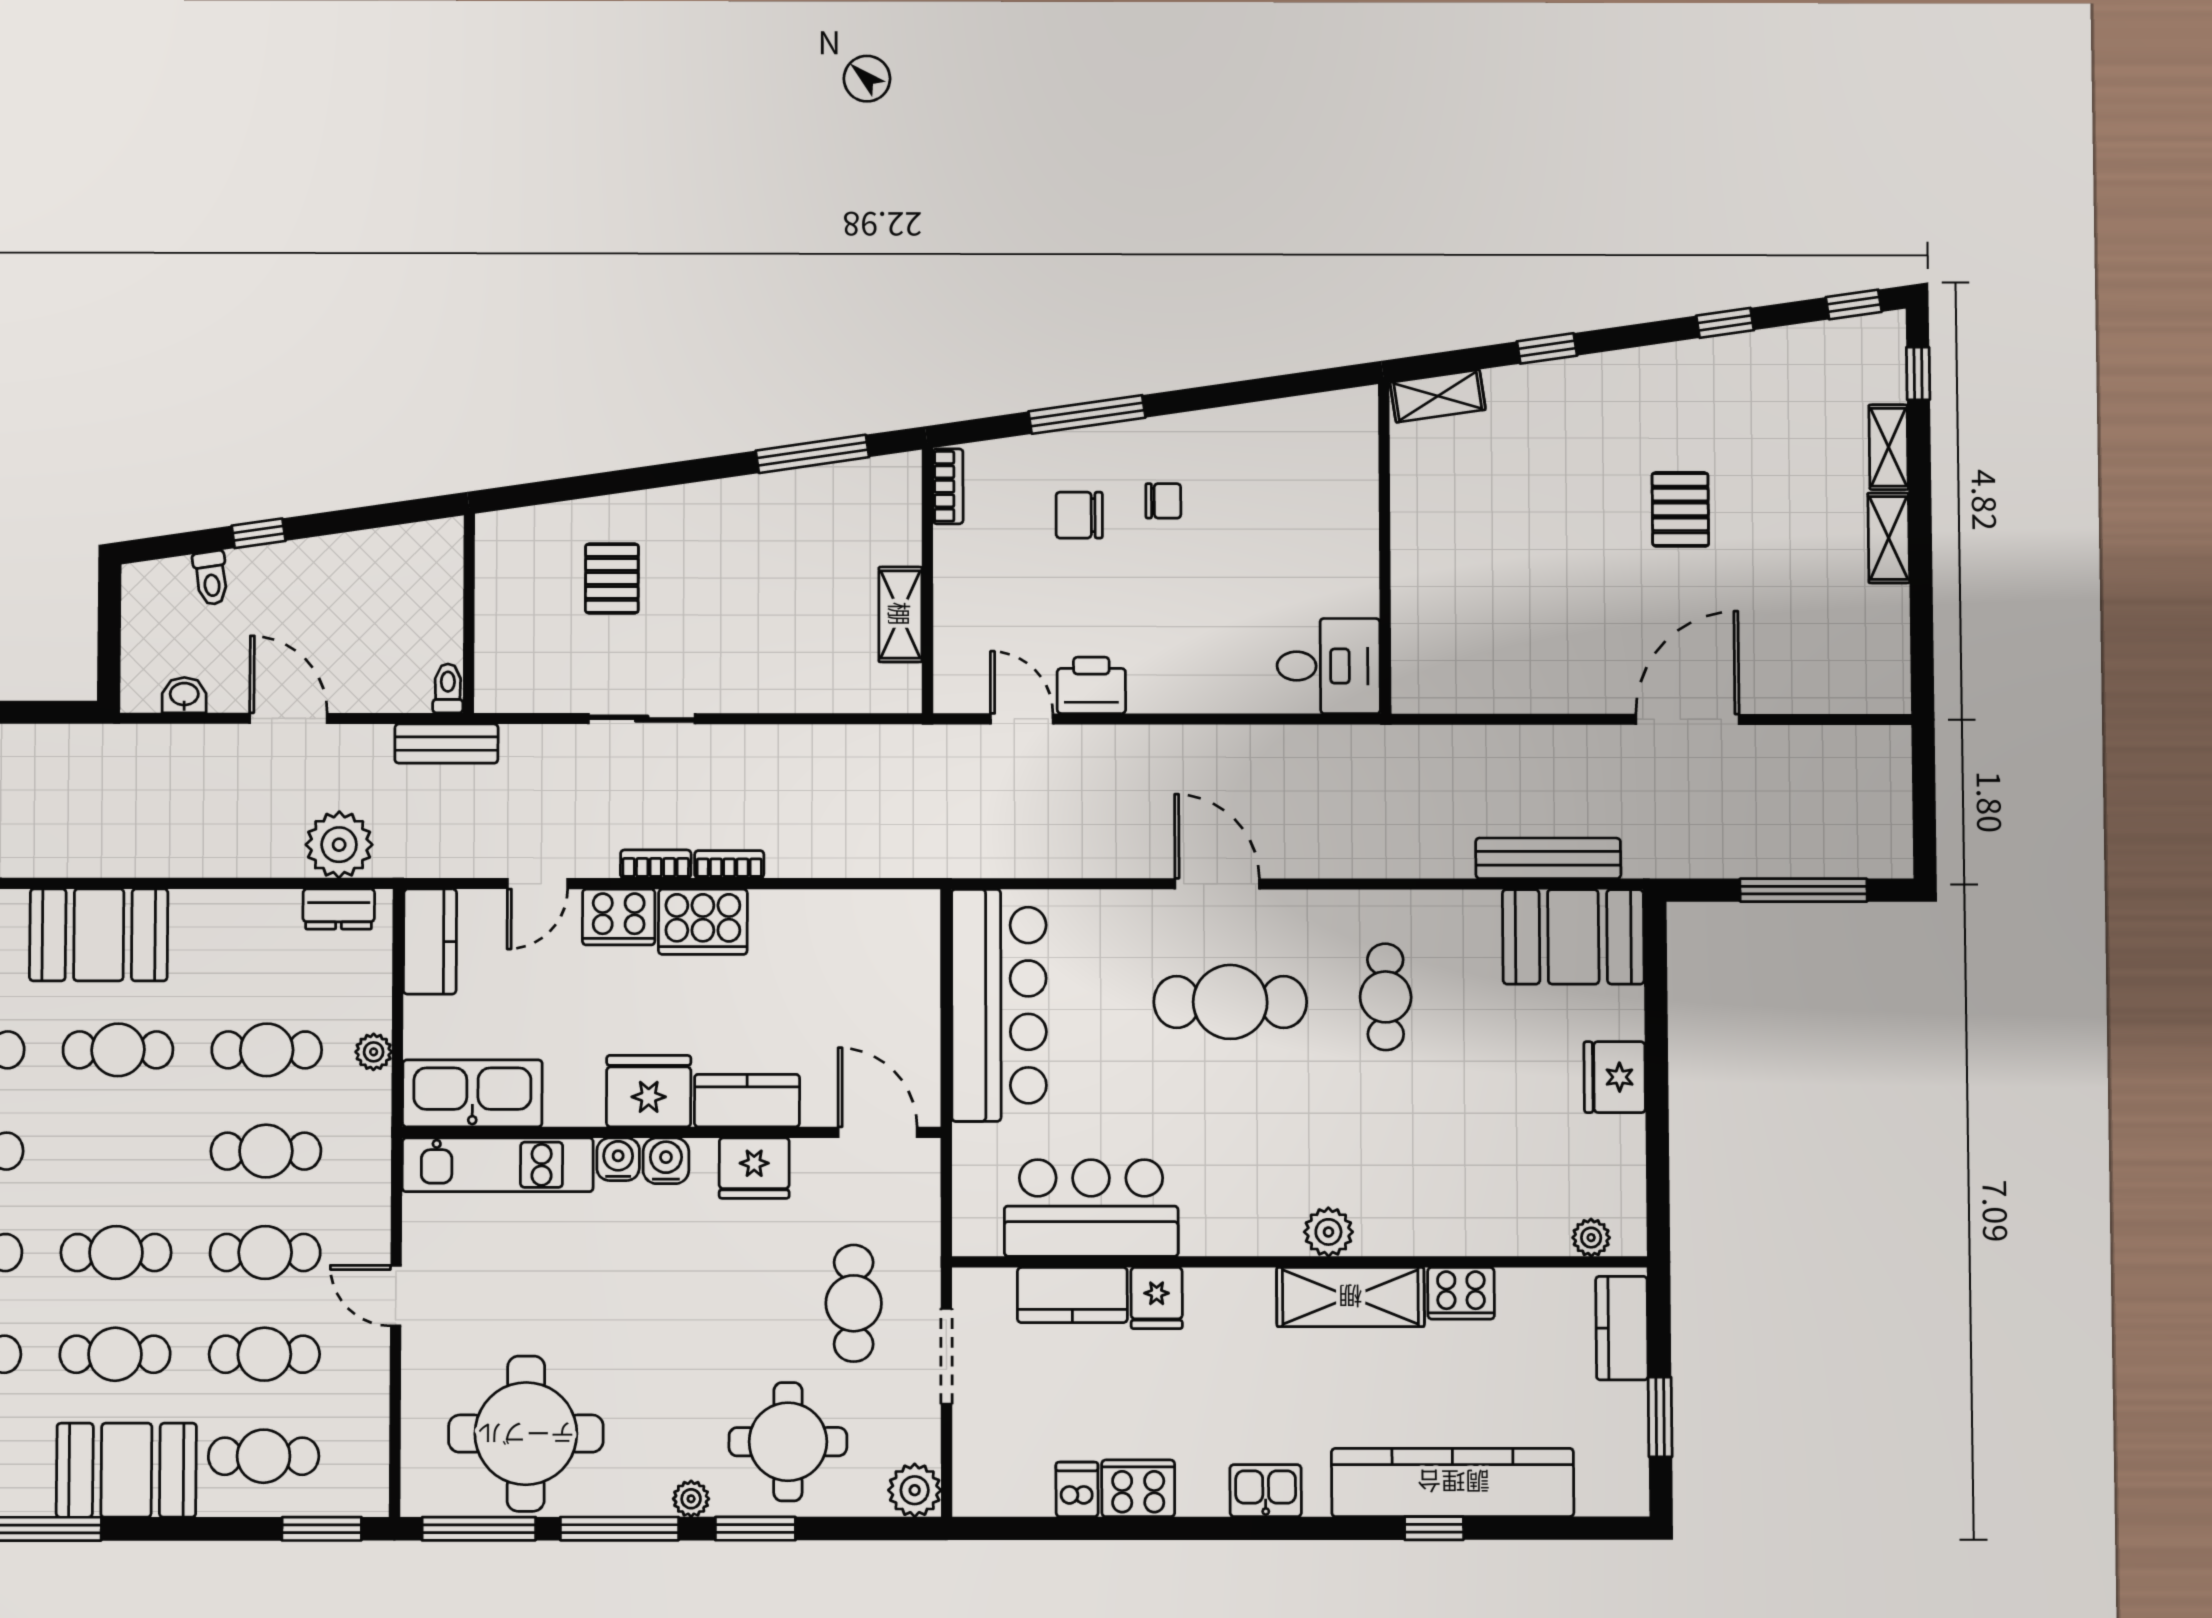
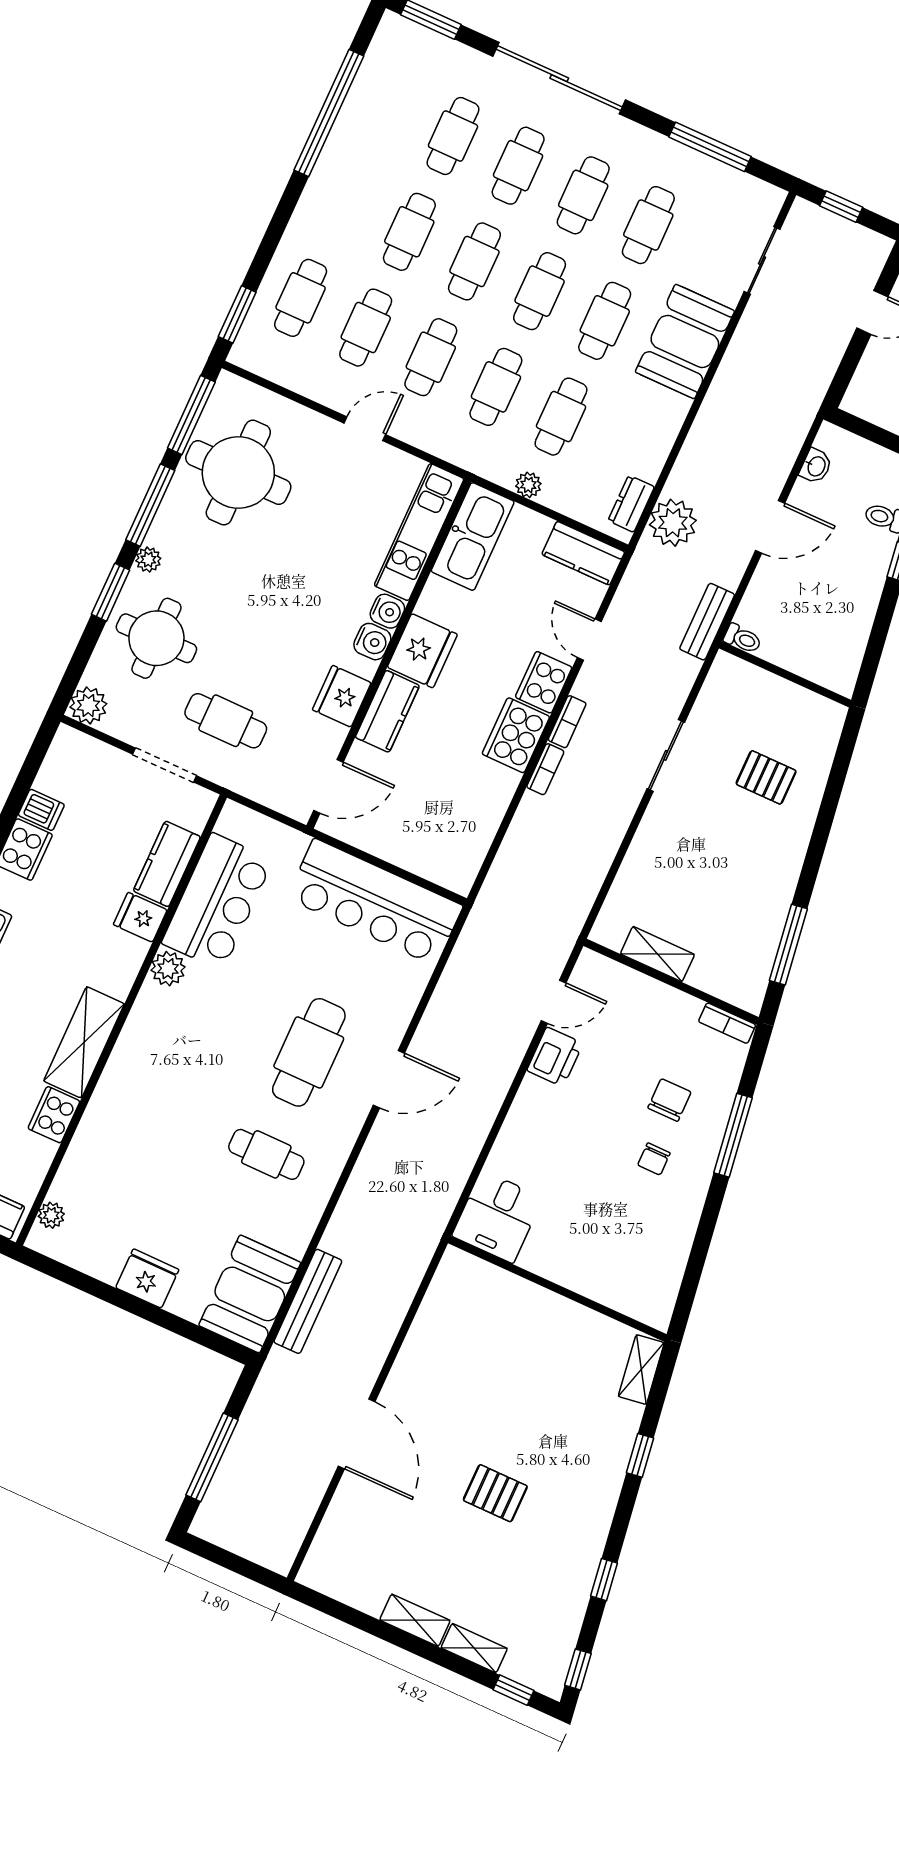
cafe table: (117, 1151) -> (540, 291), added
plant: (1328, 1232) -> (168, 969), moved
booth: (126, 1470) -> (332, 206), removed

